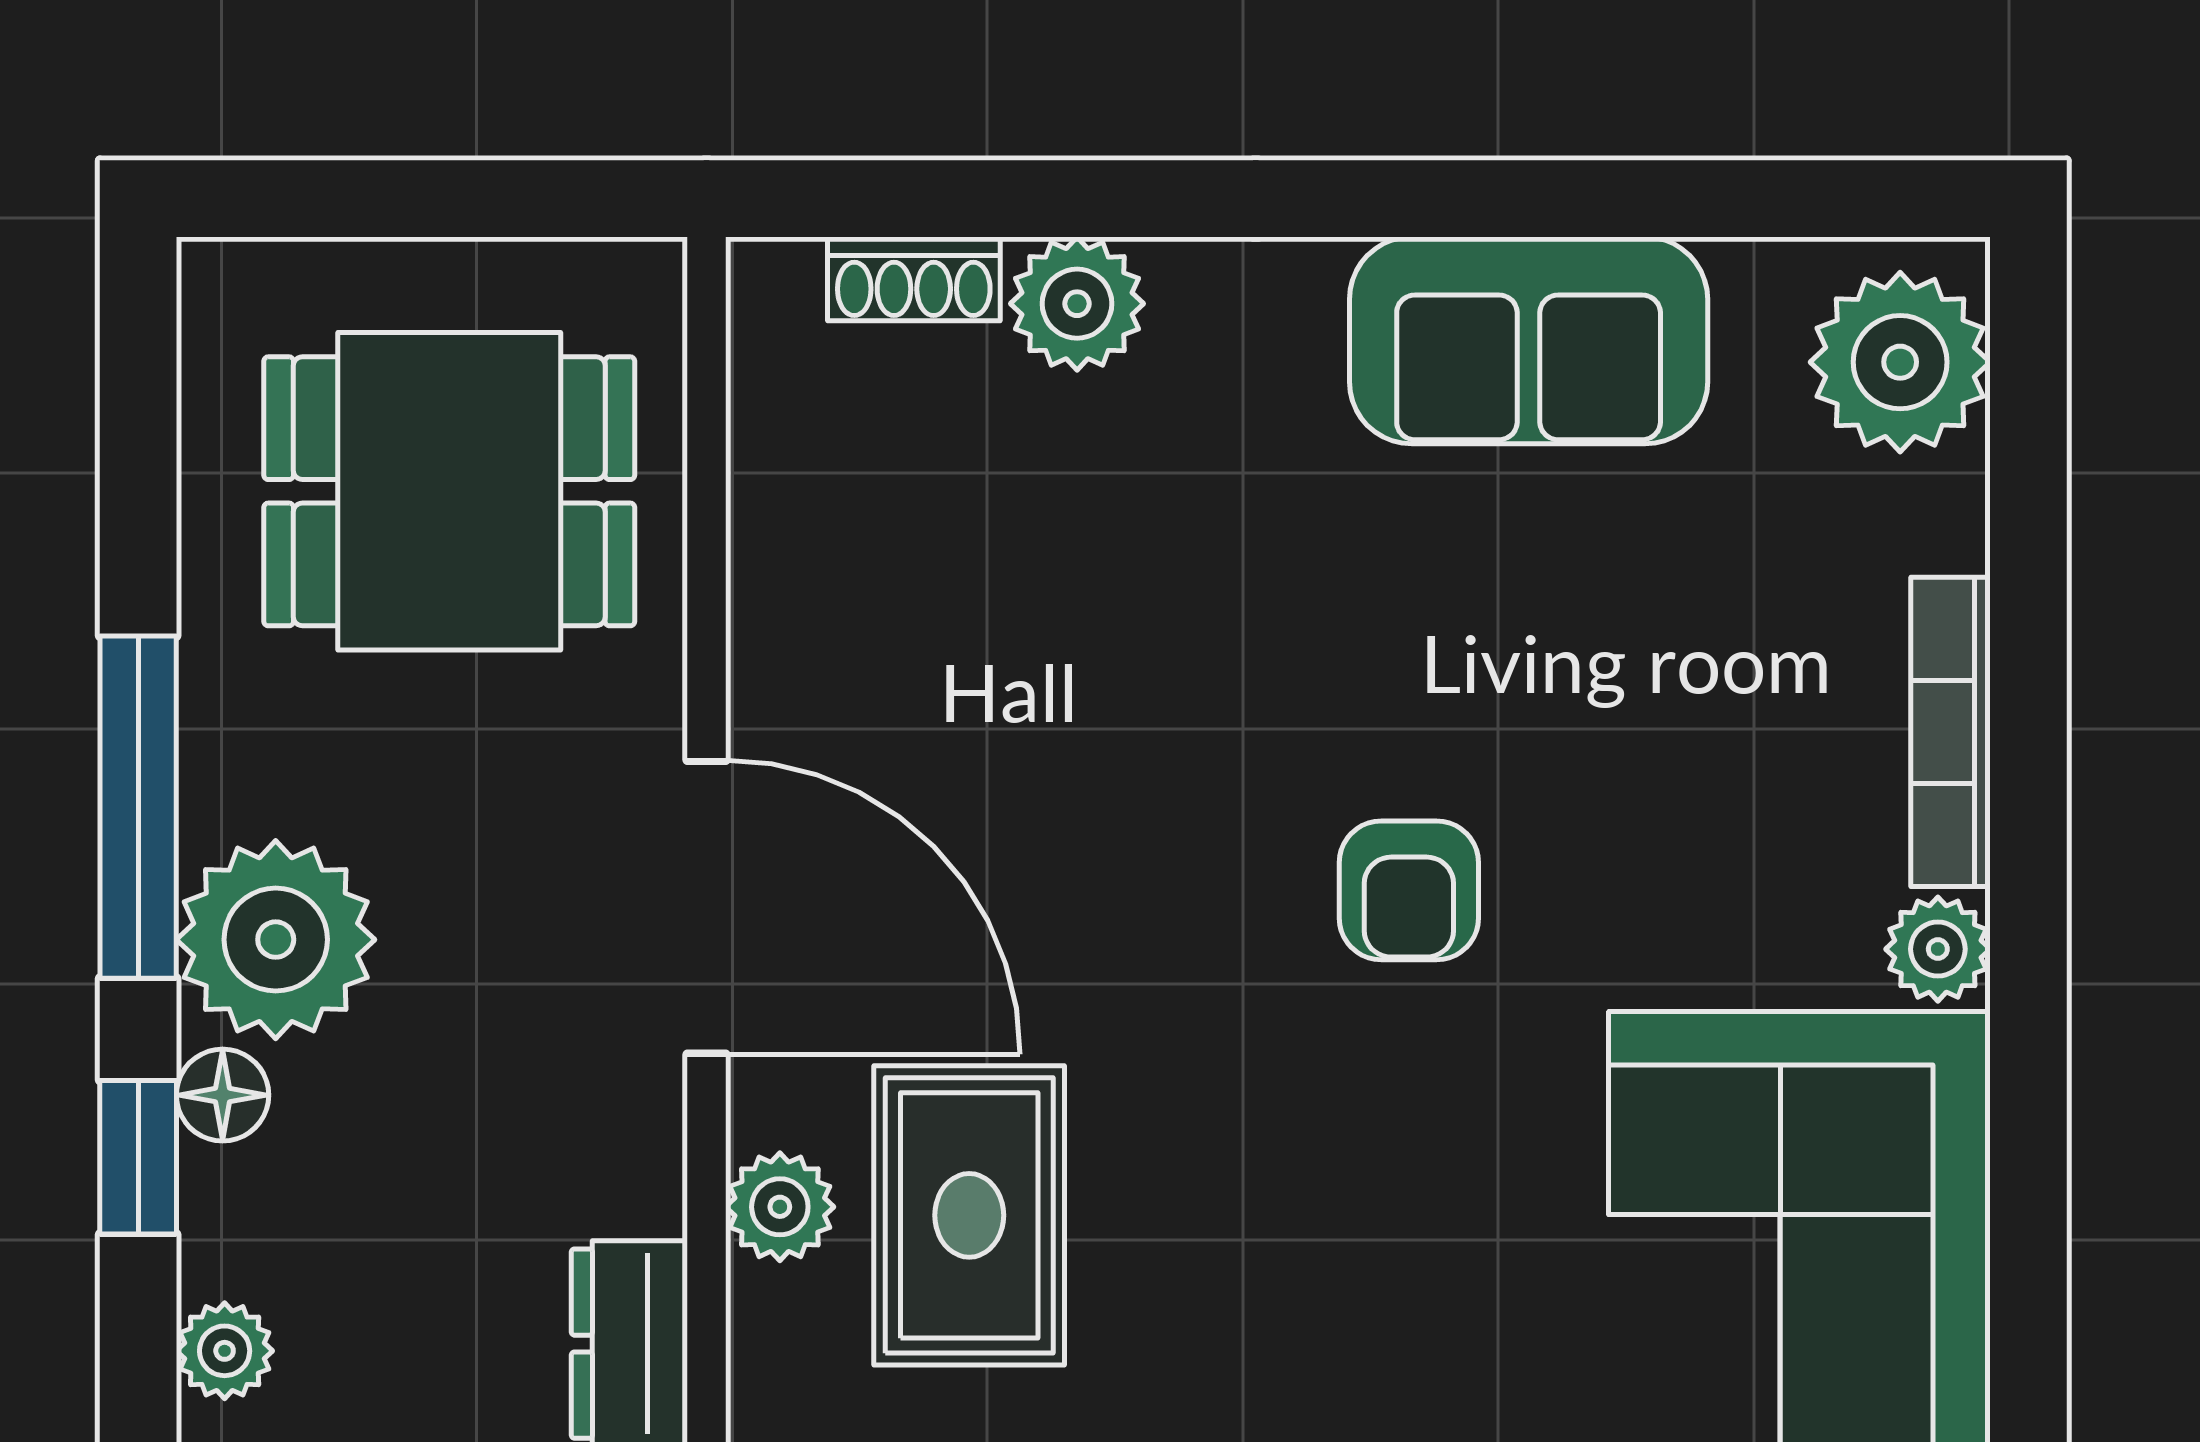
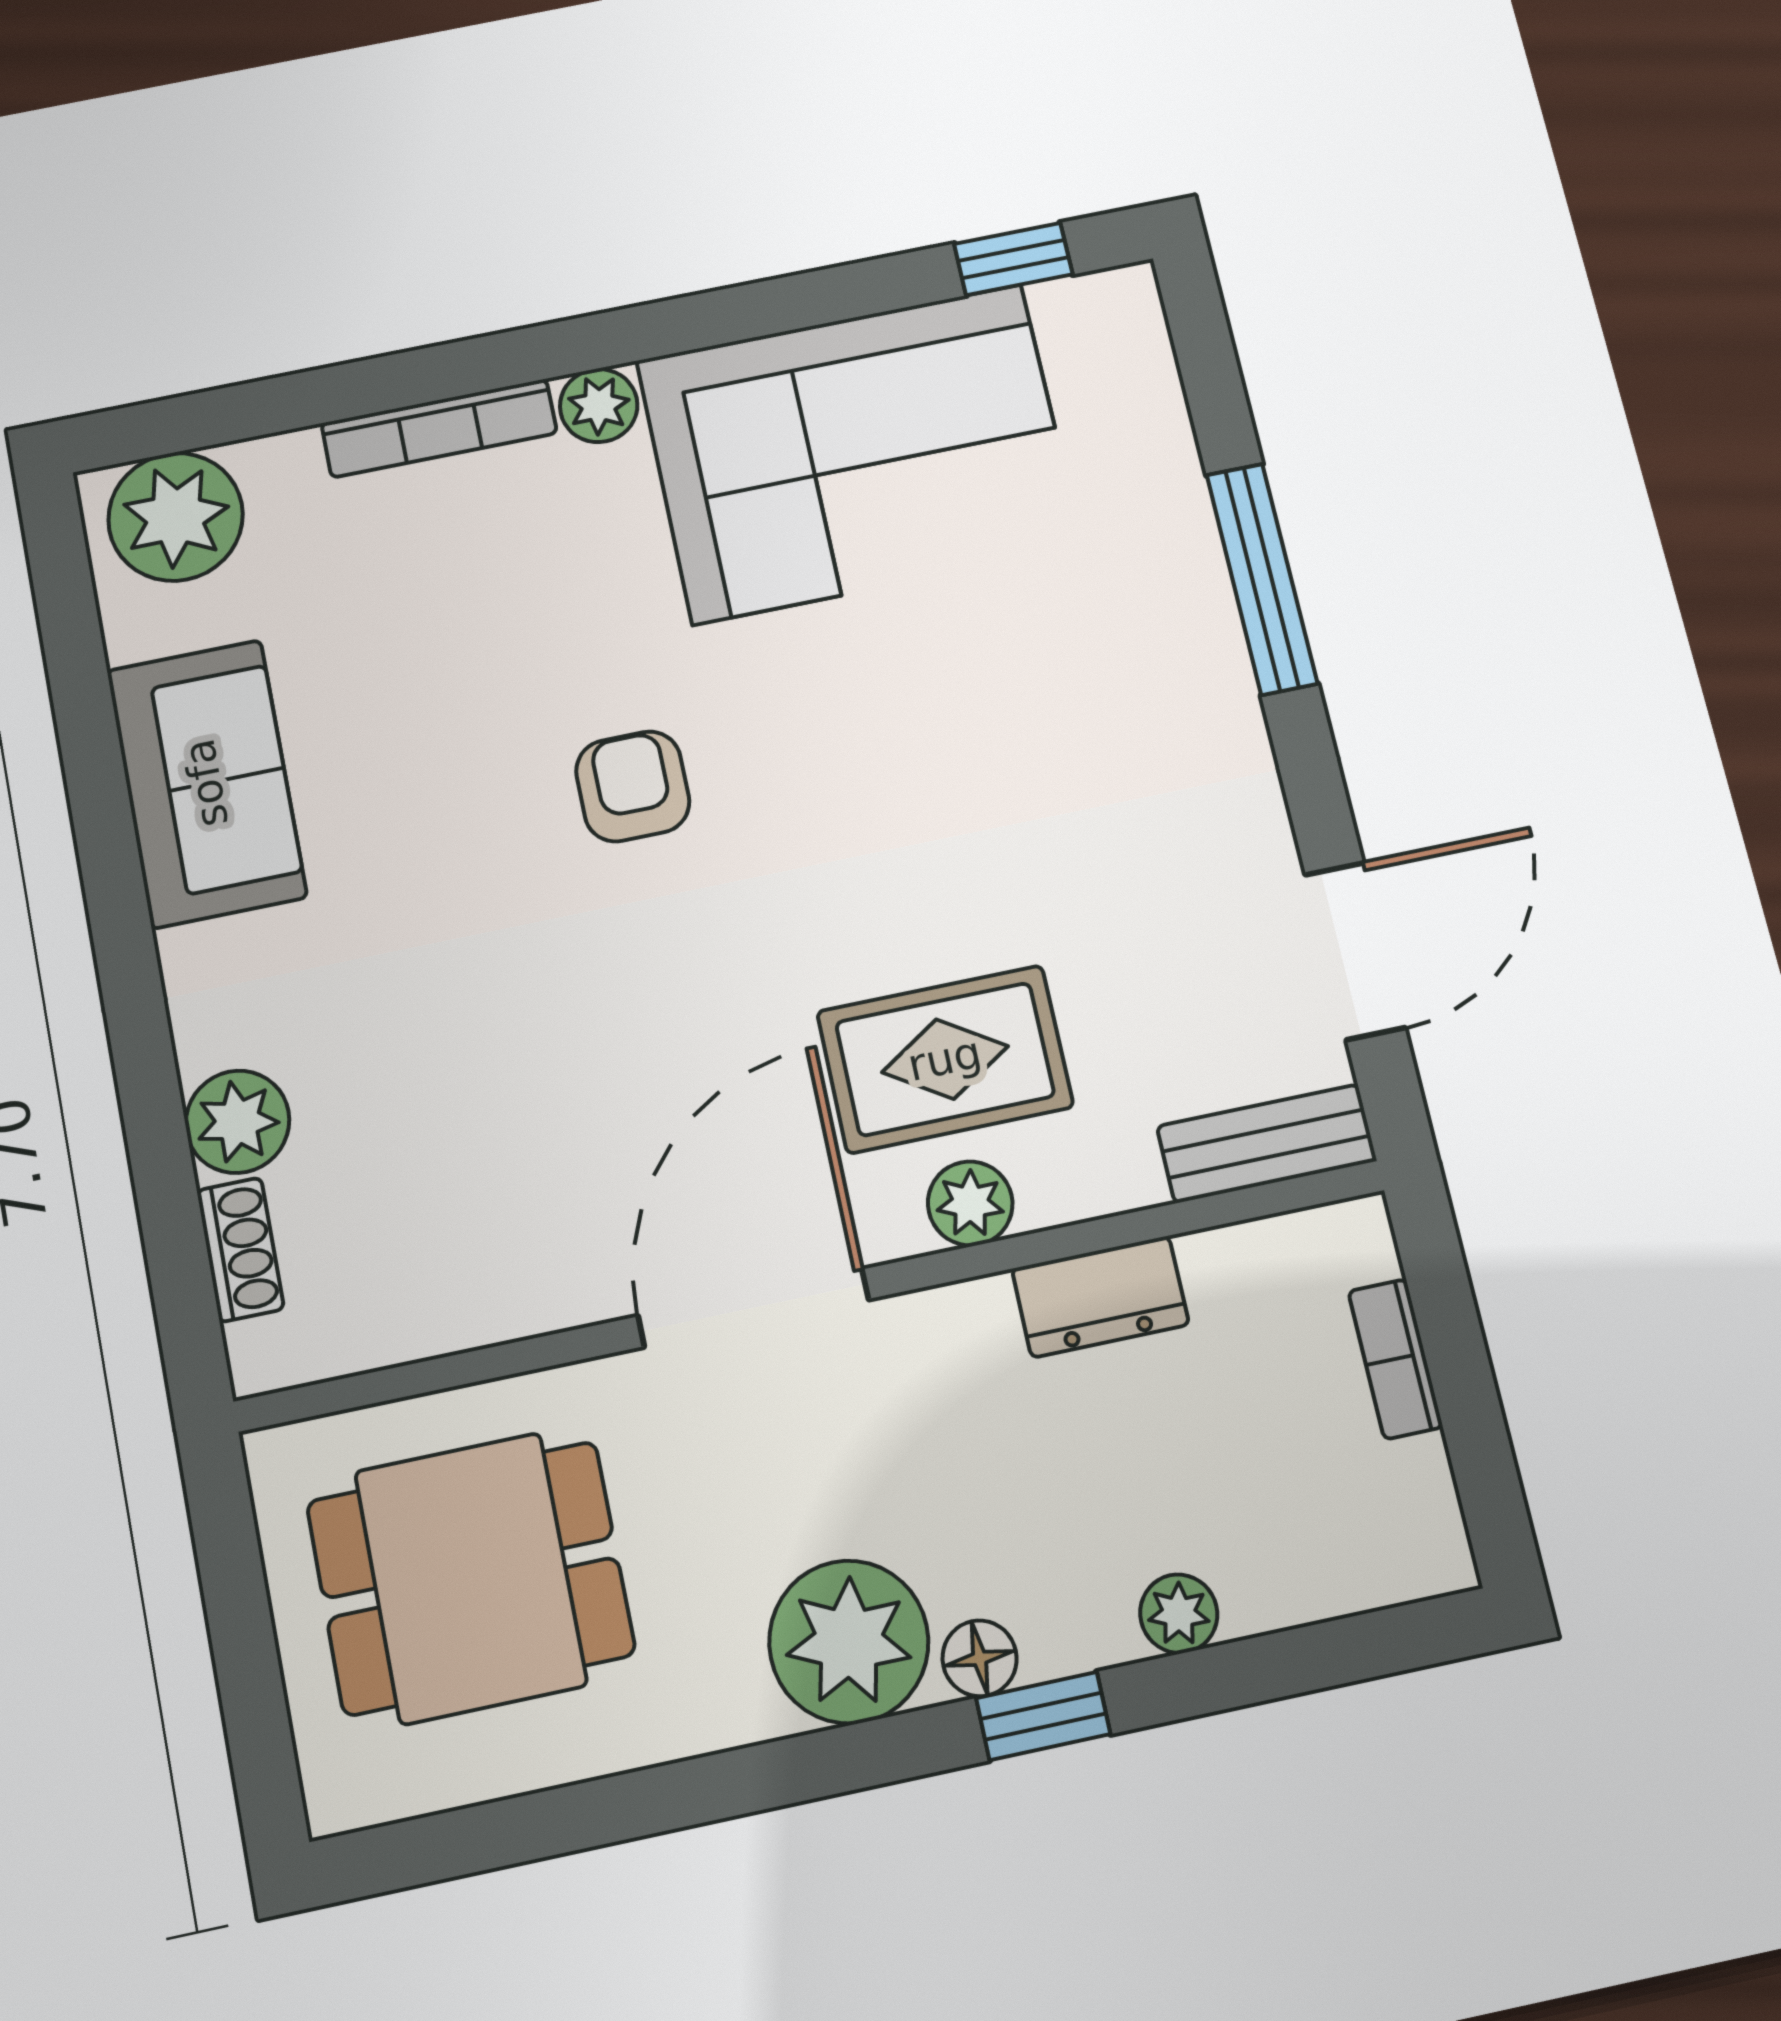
dining table: (449, 491) -> (471, 1578), turned 90
window: (138, 807) -> (768, 1776), removed
armchair: (1409, 890) -> (633, 786), turned -90

